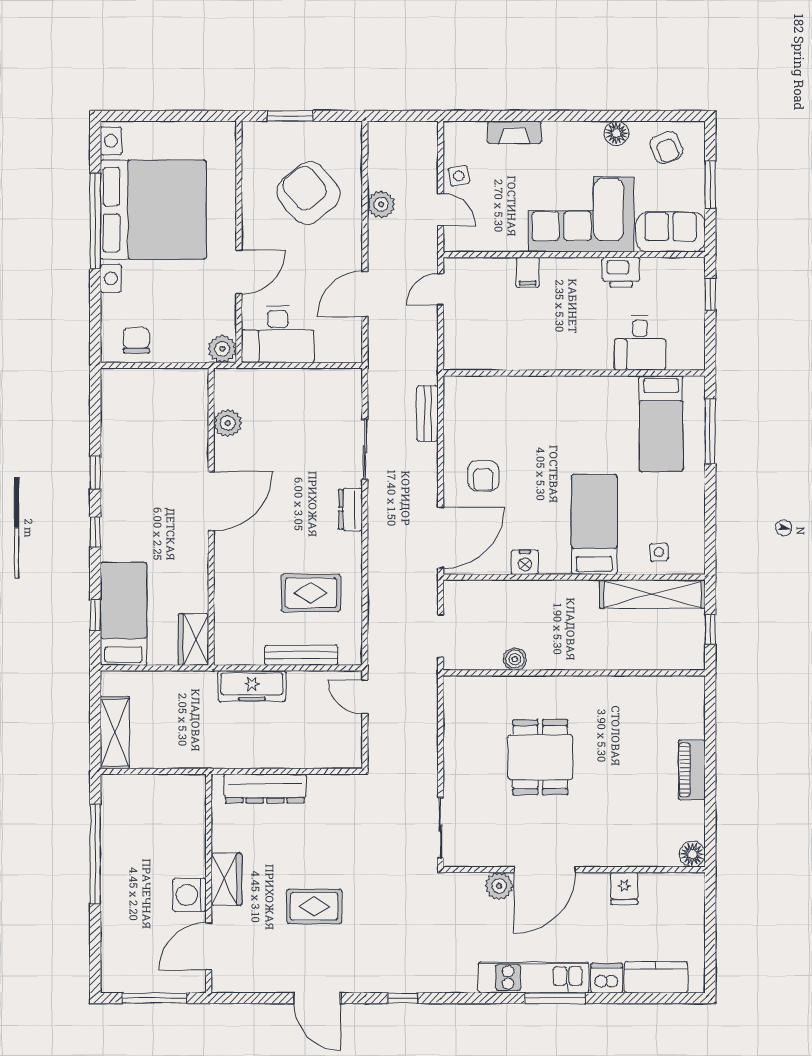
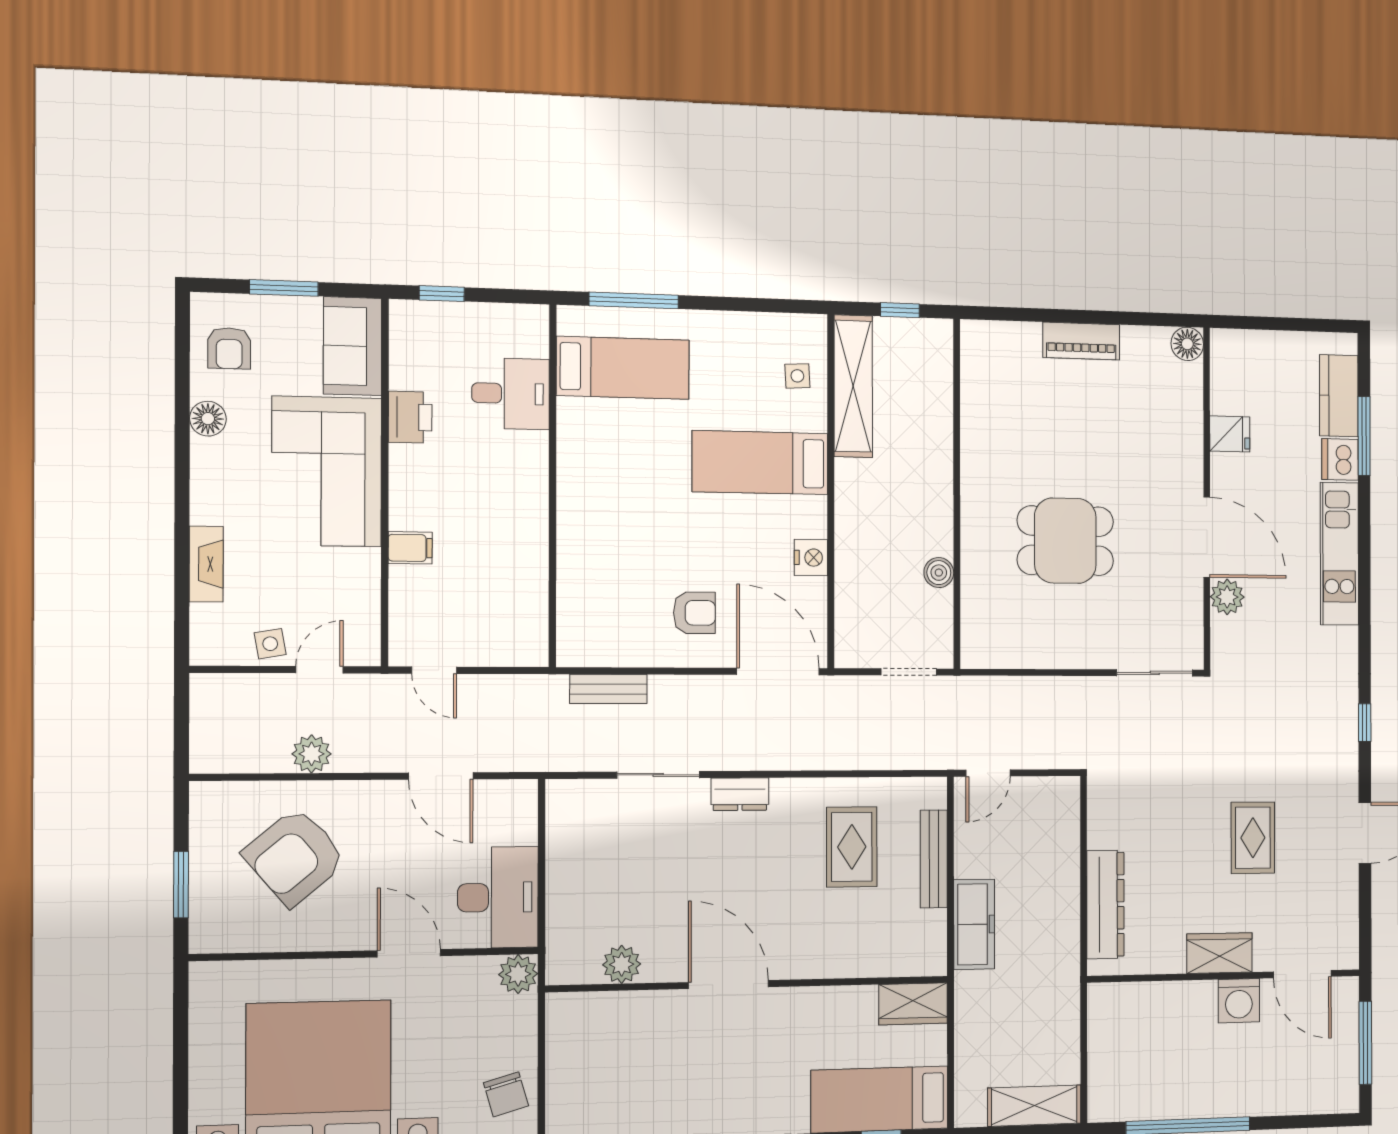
armchair: (666, 148) -> (229, 348), turned 113
chair: (136, 340) -> (506, 1094), turned -106
window: (555, 998) -> (1364, 436), moved

